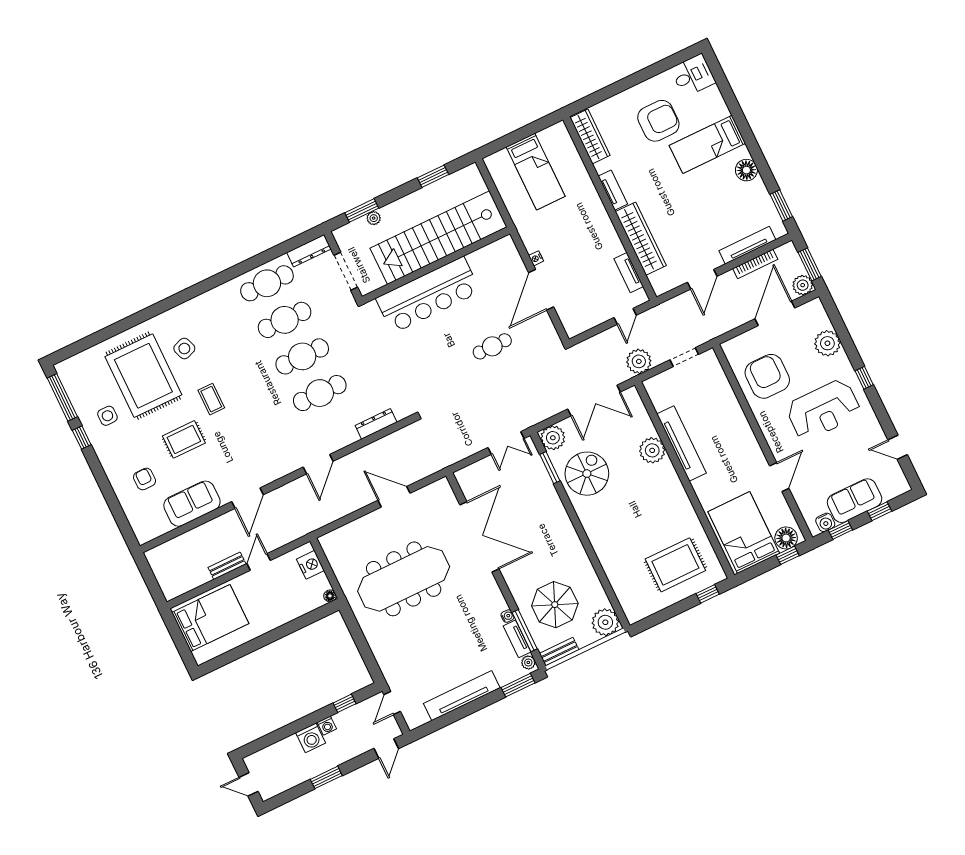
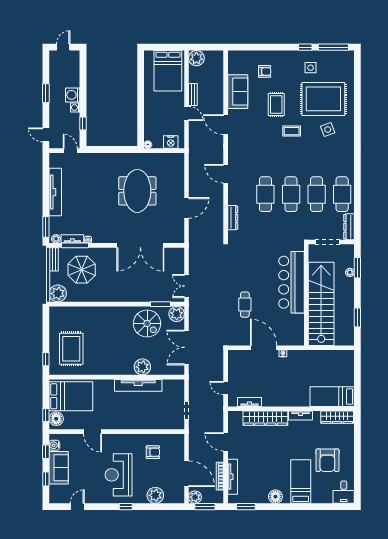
bed: (536, 172) -> (332, 397), moved
plant: (639, 361) -> (196, 58), moved
armchair: (767, 376) -> (153, 452), width x0.53, depth x0.53
meeting table: (404, 579) -> (137, 191), width x0.73

